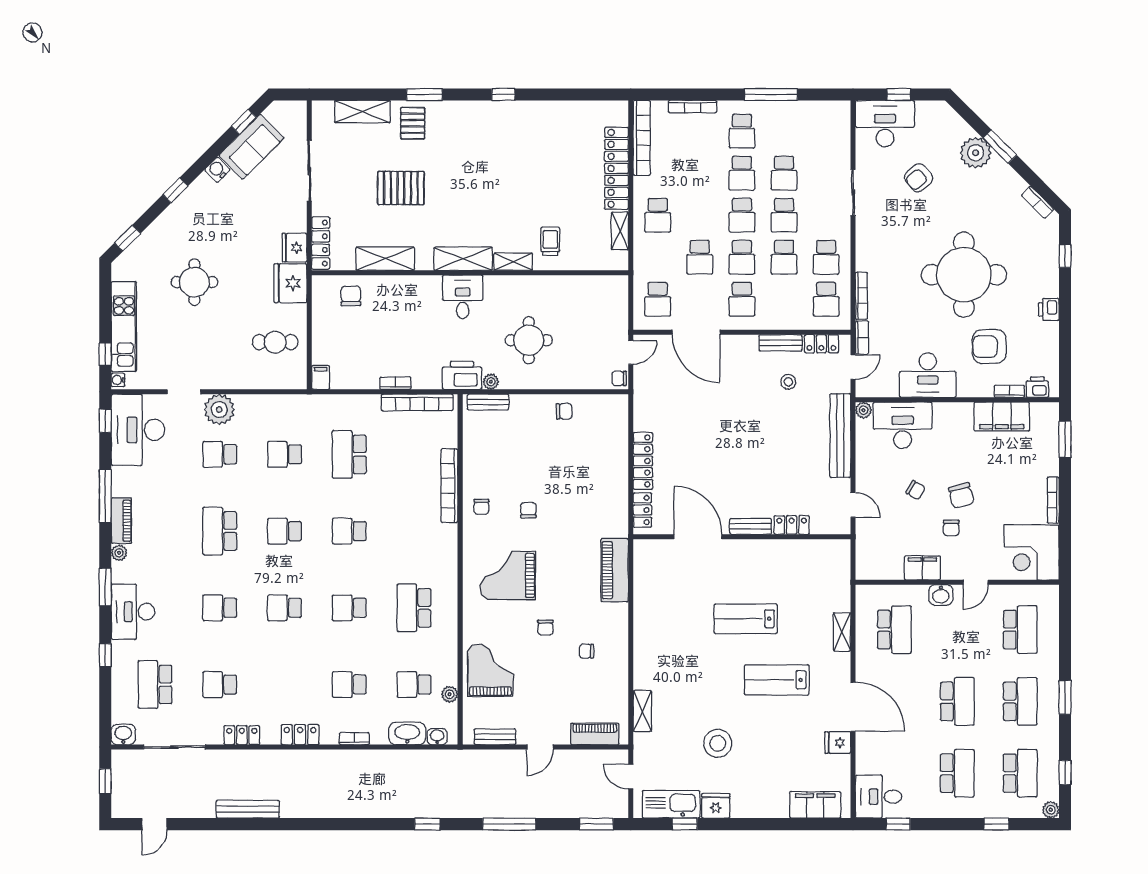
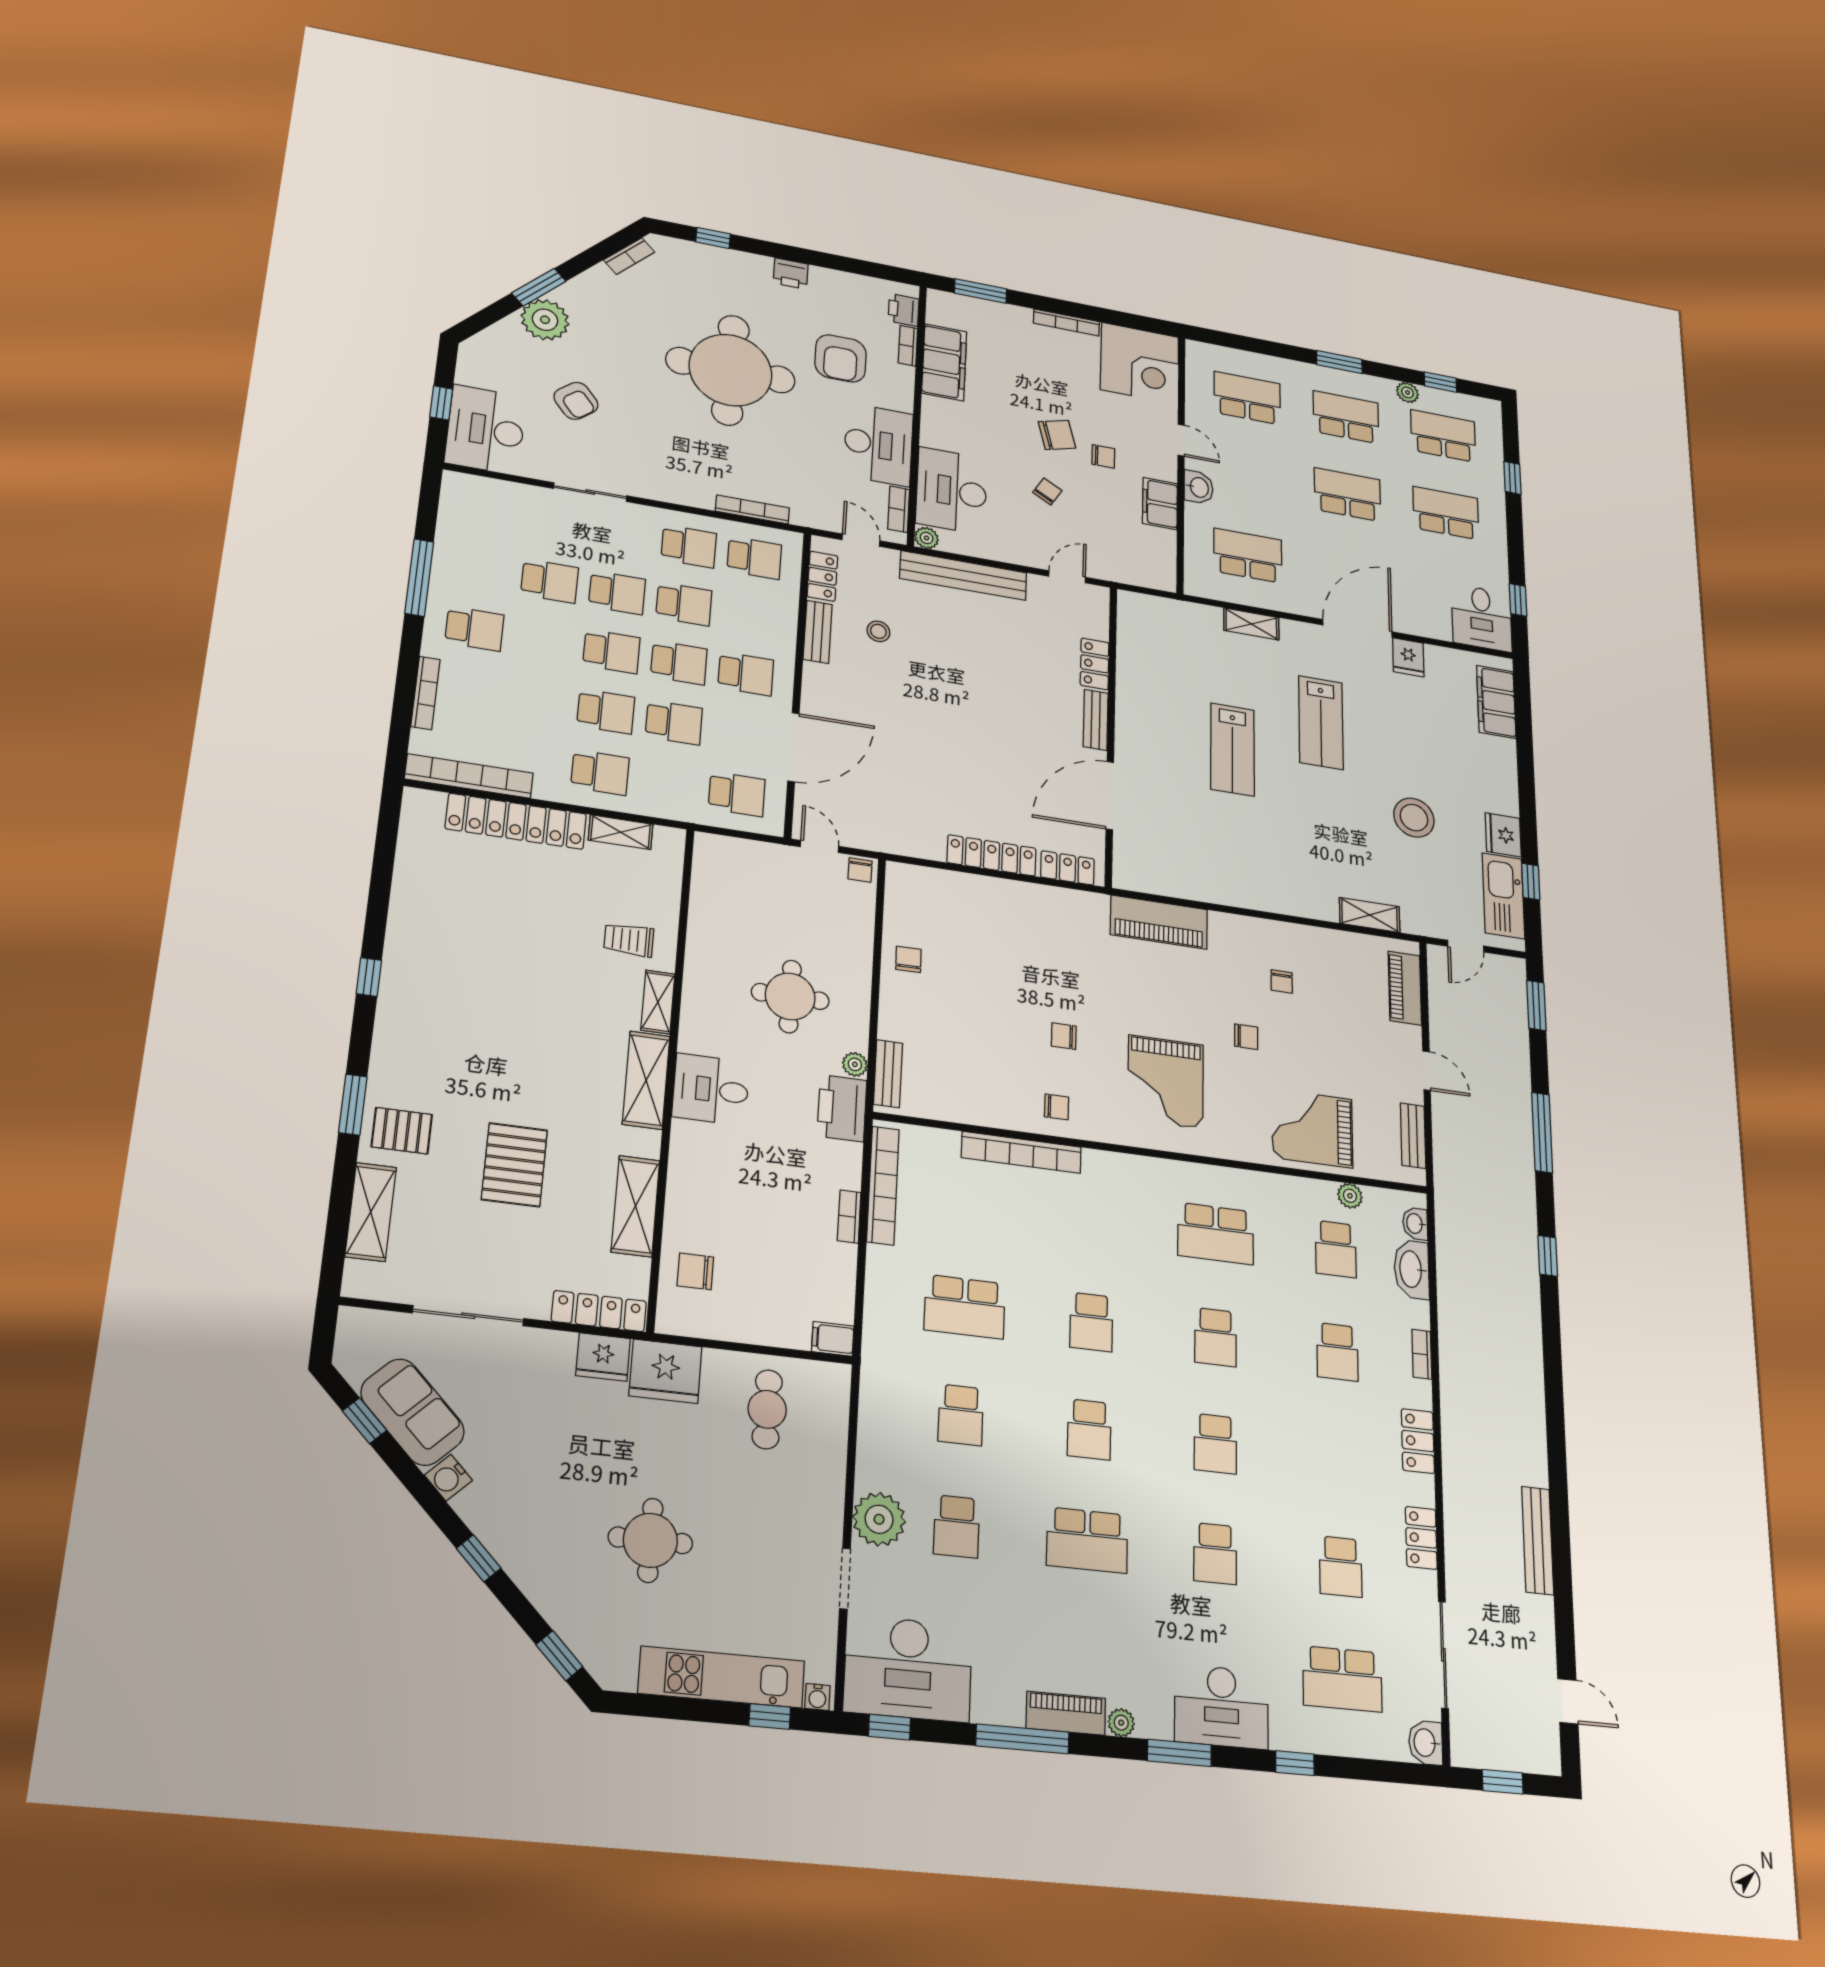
school desk: (742, 173) -> (606, 711), moved
bookcase: (862, 338) -> (899, 509), moved, turned -90
plant: (1051, 810) -> (1407, 392), moved

